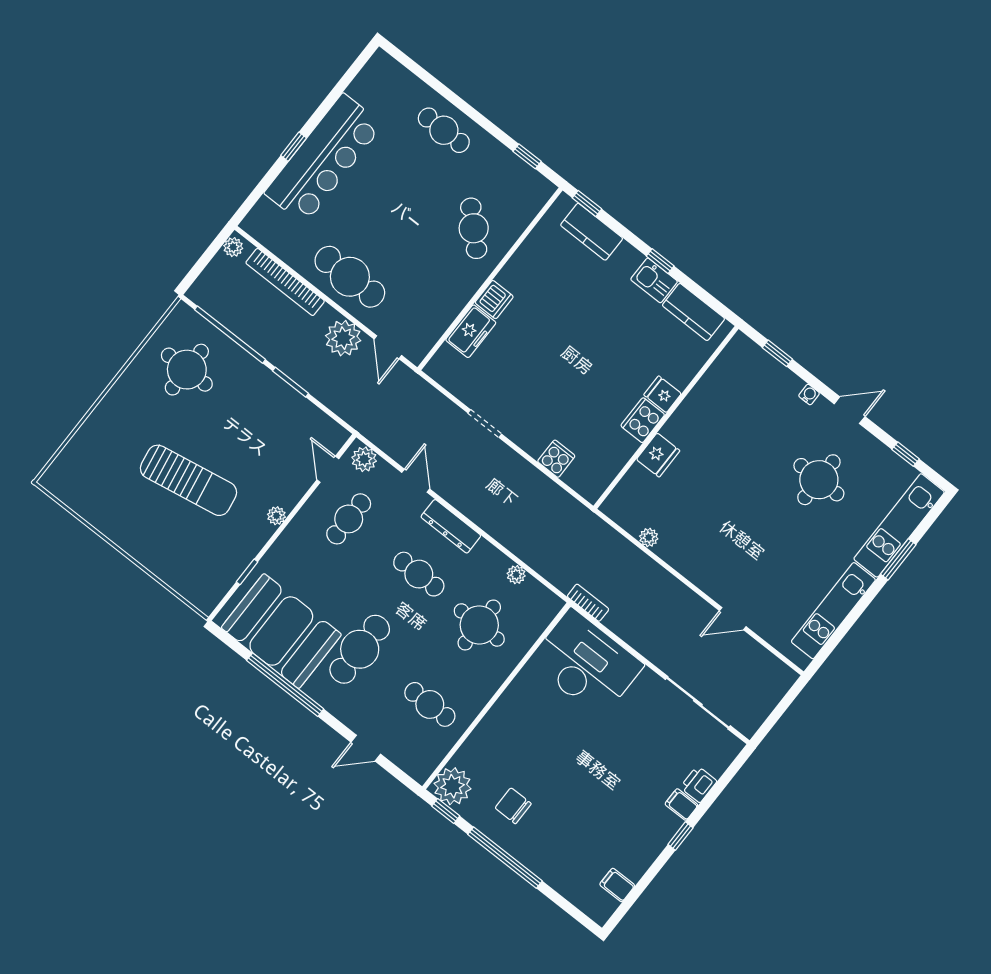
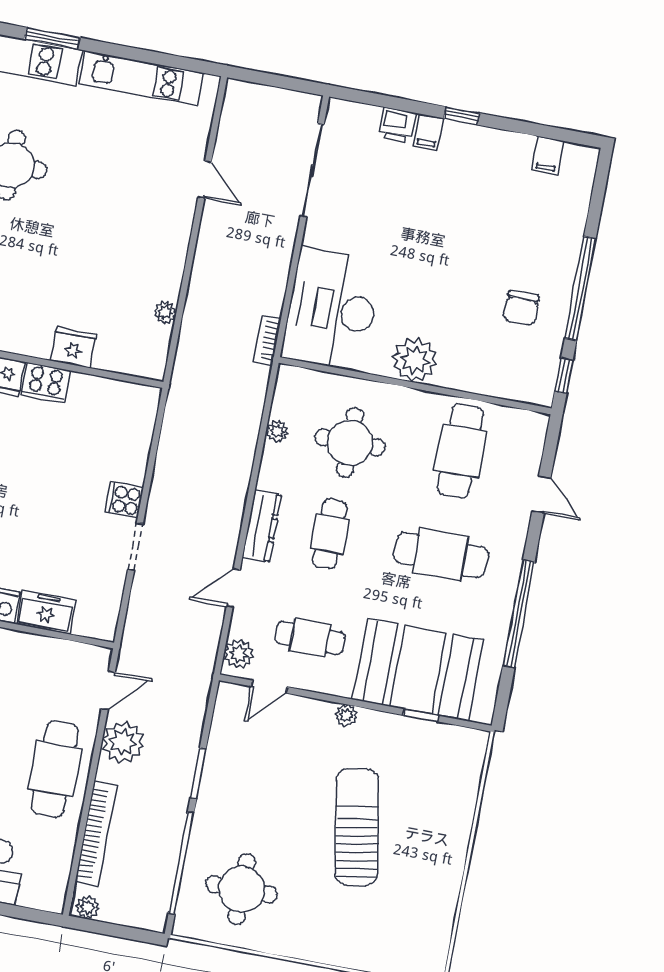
cooker: (556, 459) -> (124, 500), moved
booth: (281, 631) -> (418, 670), moved, turned 90
cafe table: (430, 704) -> (460, 451), width x1.37, depth x1.35
plant: (452, 786) -> (415, 360), moved

